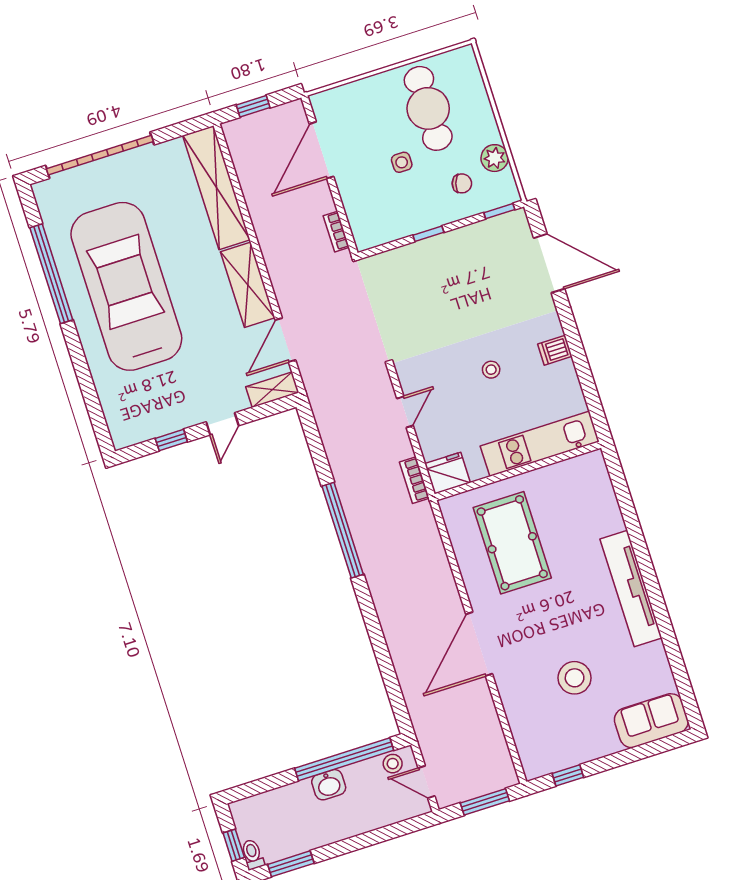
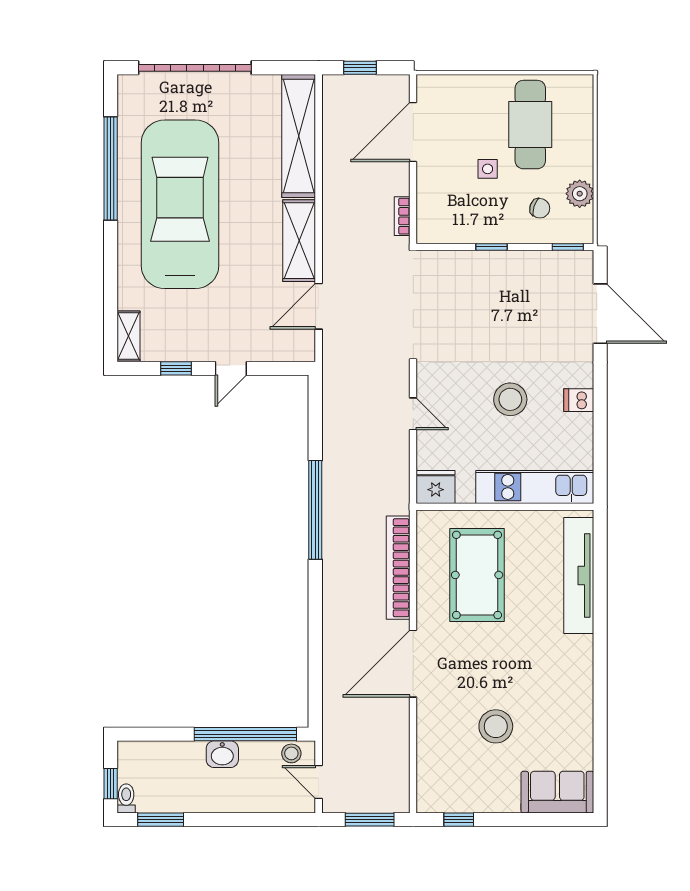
stool: (491, 370) -> (510, 399), width x1.89, depth x1.89
shelving: (272, 390) -> (128, 336), moved, turned 90
door: (405, 412) -> (413, 414), hinge flipped
bookcase: (414, 480) -> (398, 568), moved, width x2.31, depth x1.31
tv unit: (631, 588) -> (579, 576), moved

